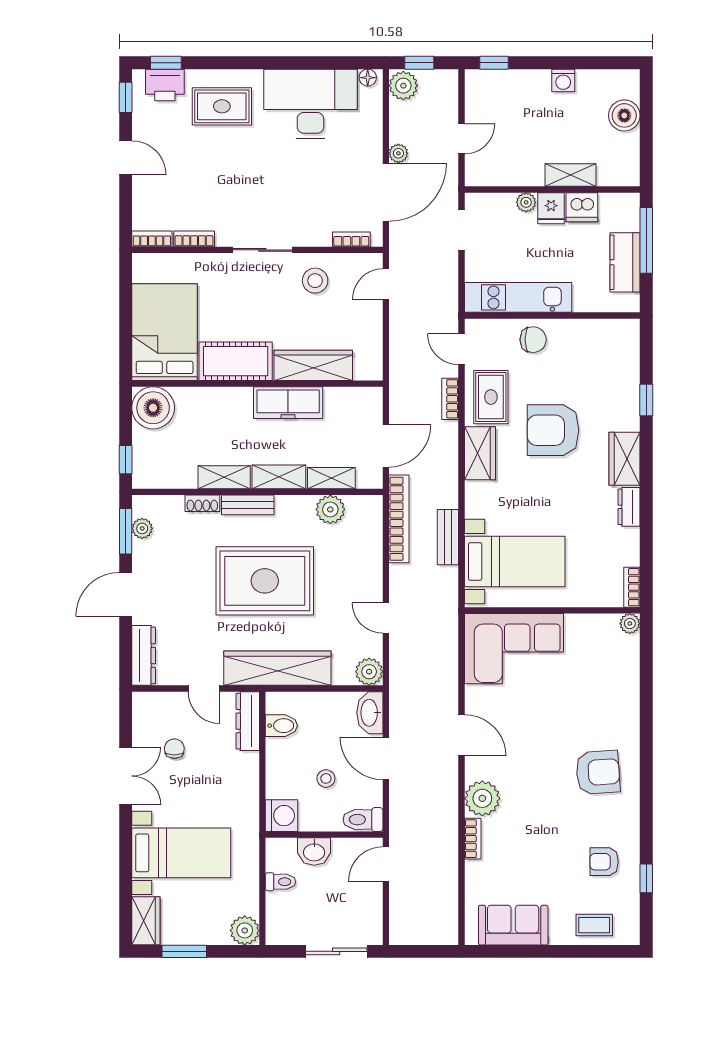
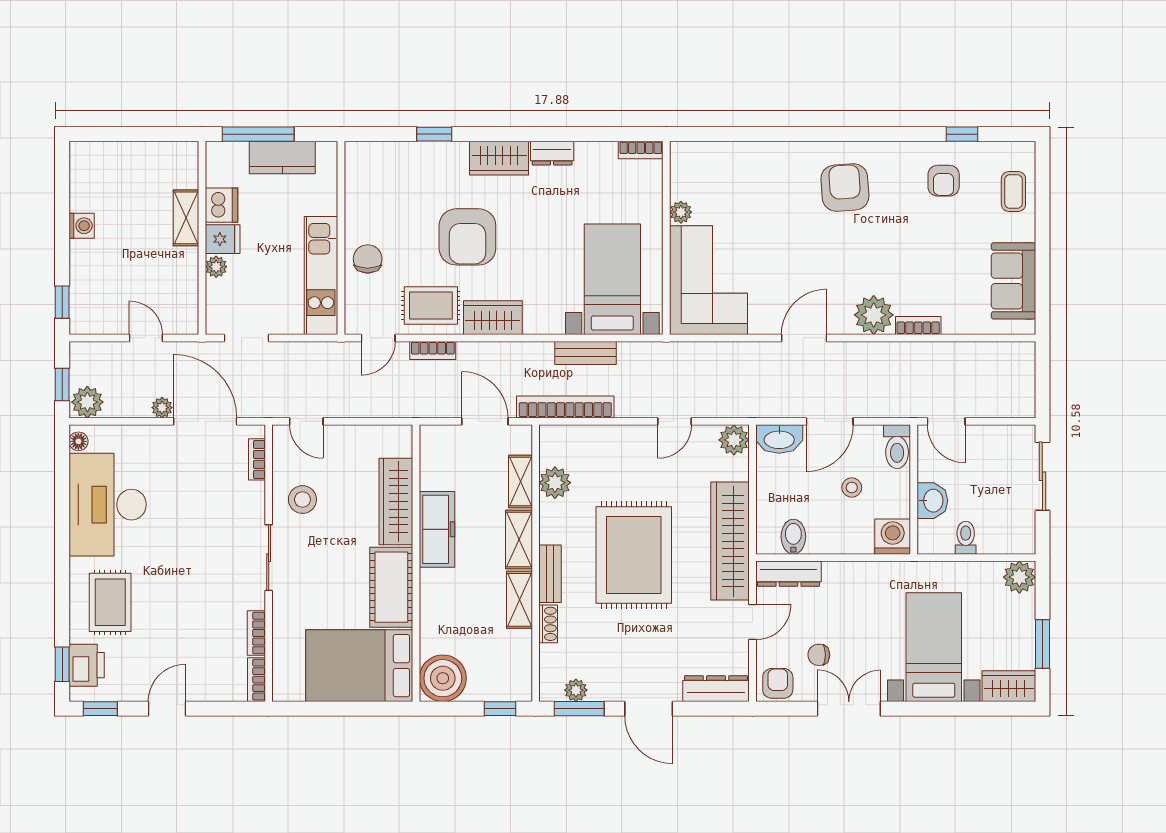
boiler: (624, 115) -> (120, 158), removed
plant: (630, 624) -> (681, 212), moved
armchair: (148, 711) -> (778, 683), added

